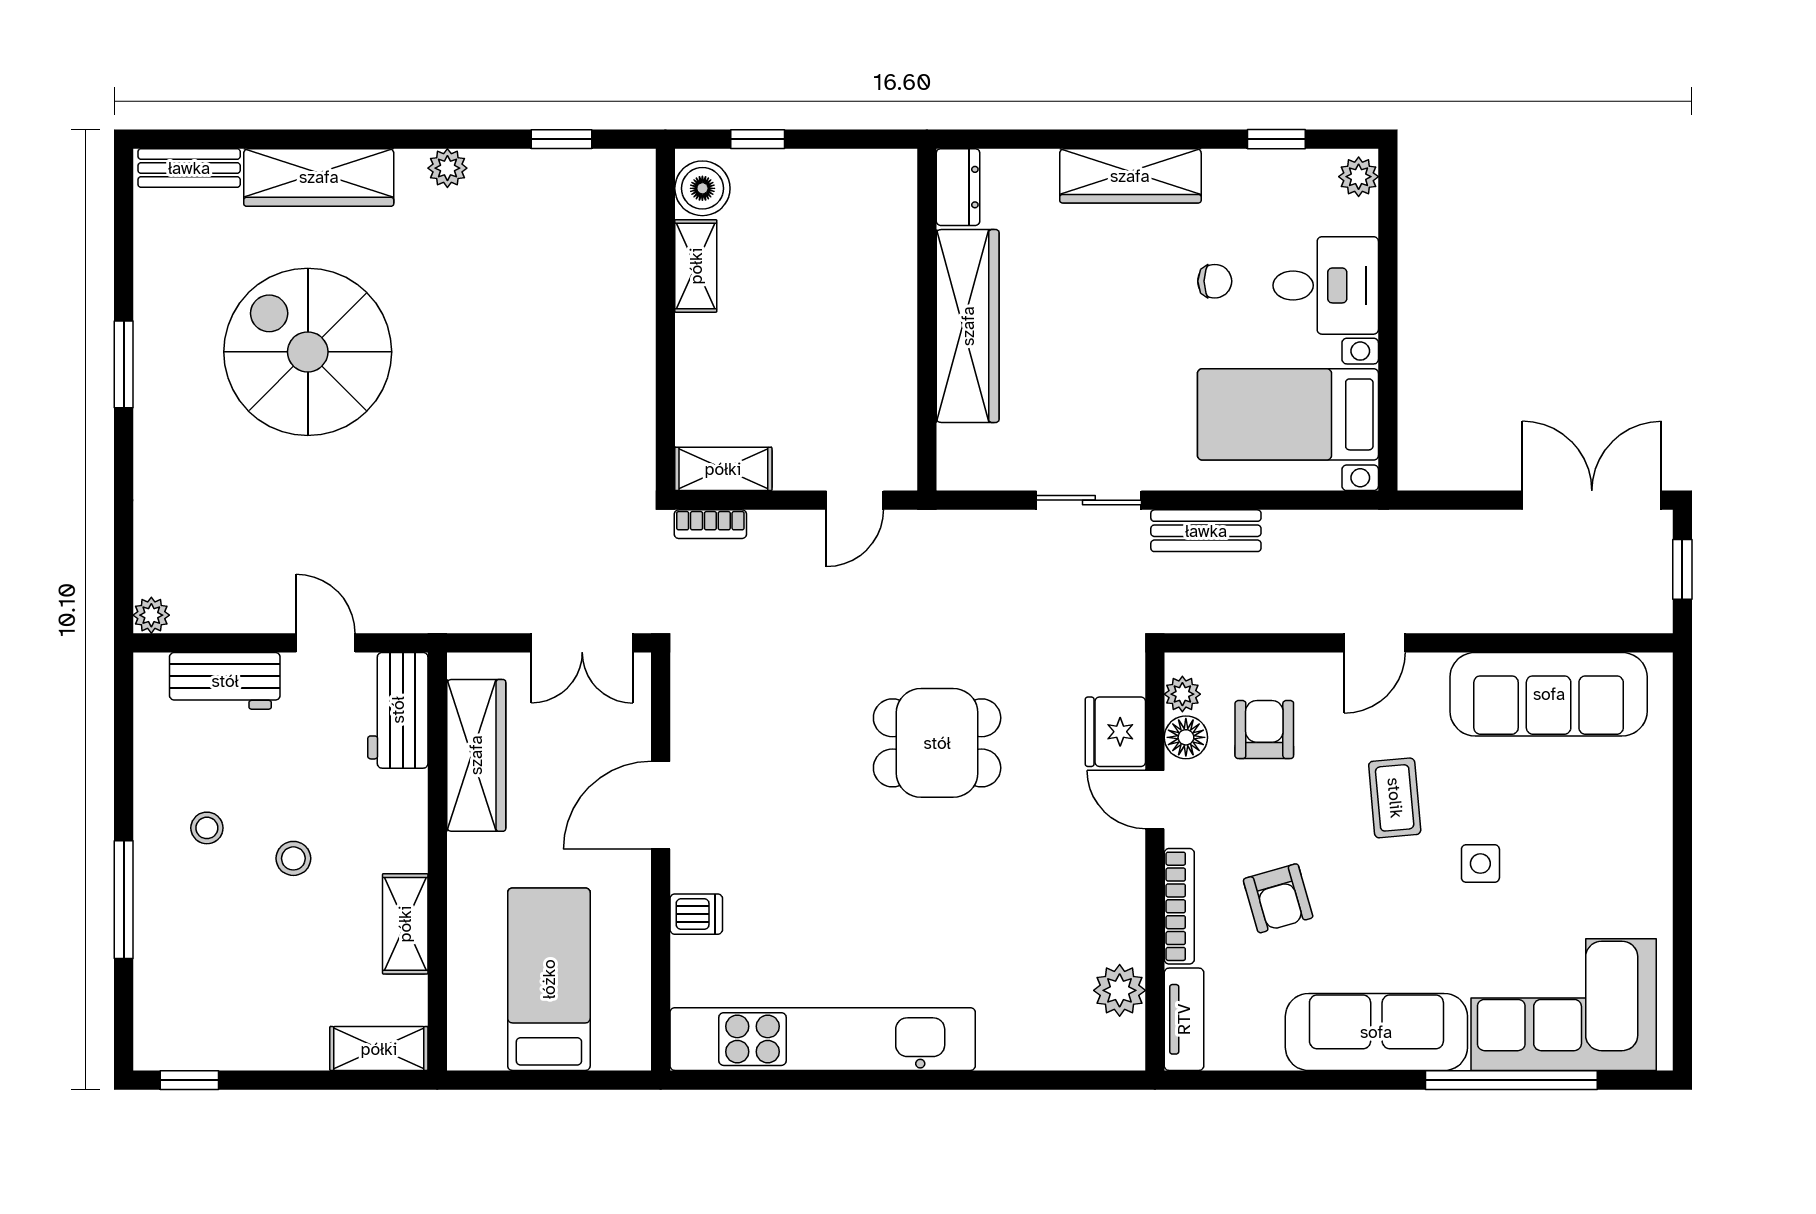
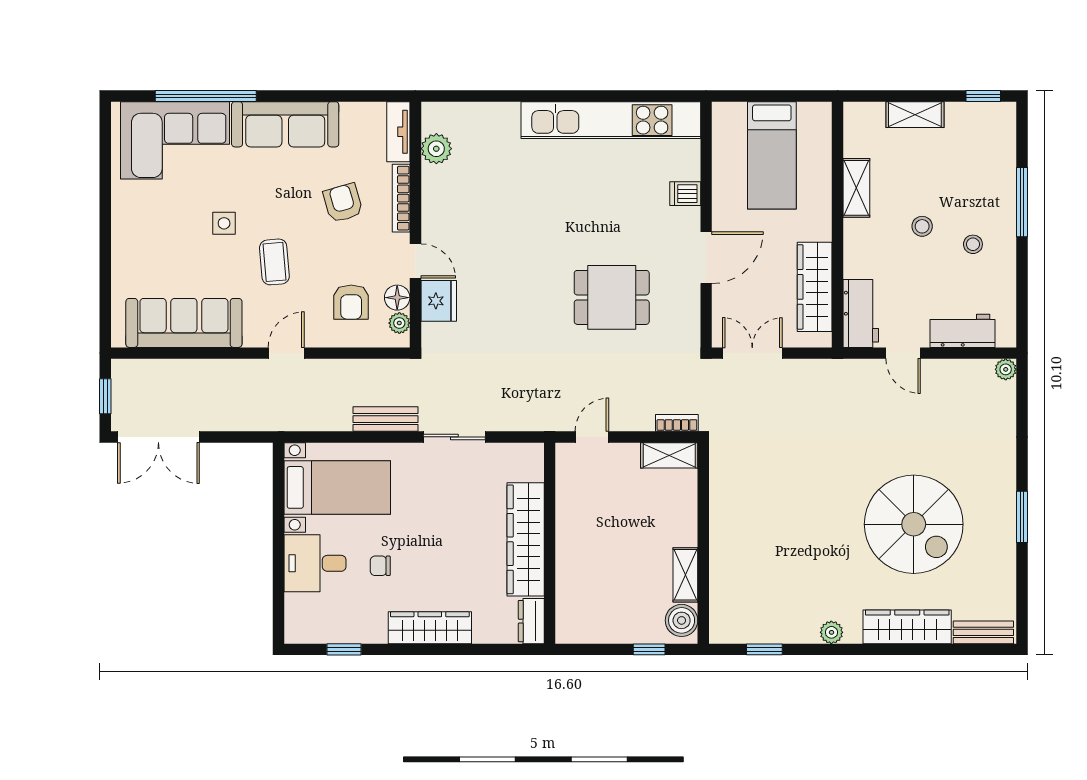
plant: (1359, 177) -> (296, 627), removed
dining table: (937, 743) -> (612, 297), moved
shelving: (379, 1049) -> (915, 115), moved

